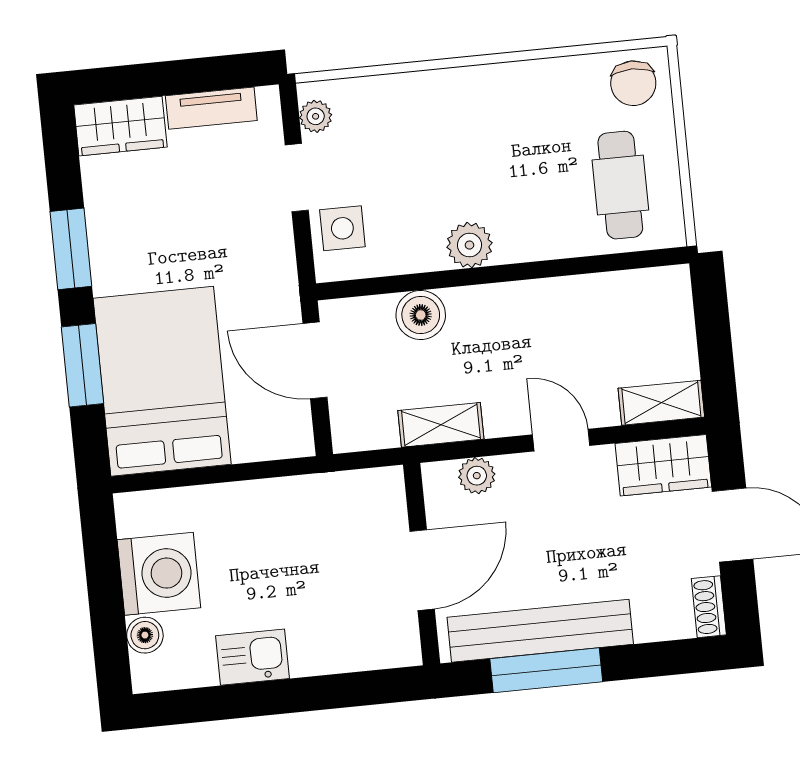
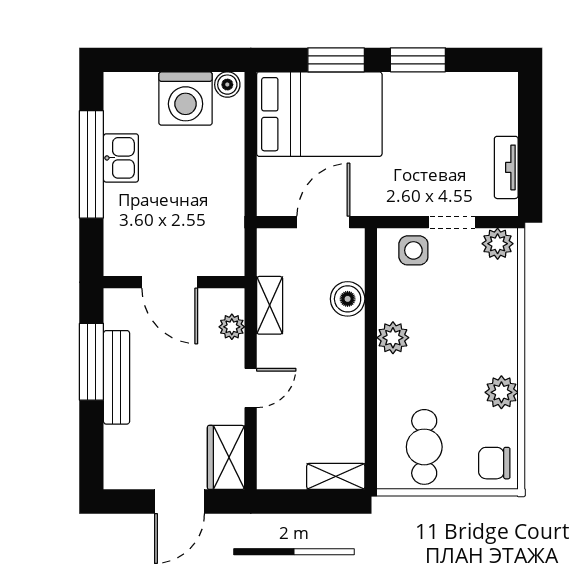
plant: (532, 83) -> (501, 392), added
plant: (316, 116) -> (498, 244), width x1.38, depth x1.38
wardrobe: (120, 126) -> (500, 103), removed
cafe table: (620, 185) -> (424, 447), turned 90
shelving: (661, 403) -> (336, 476), moved, turned 90
shoe rack: (709, 607) -> (124, 479), removed
bench: (540, 631) -> (117, 377), width x0.73, depth x0.82
boiler: (145, 635) -> (227, 85), moved
window: (266, 698) -> (91, 164), added

